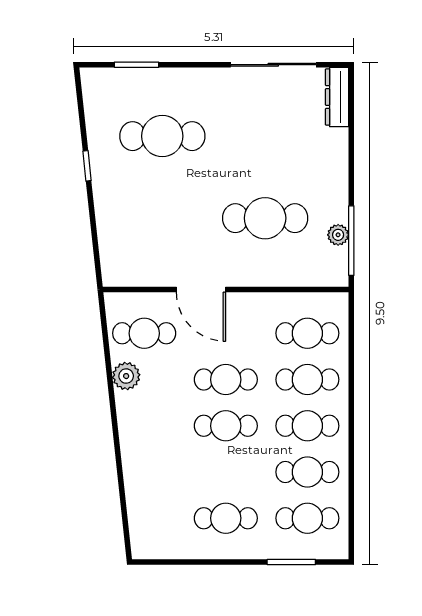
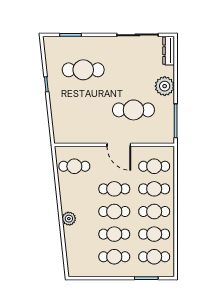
plant: (338, 235) -> (165, 86), moved, width x1.88, depth x1.88
door: (201, 290) -> (119, 145), moved
plant: (126, 376) -> (69, 219), moved
cafe table: (226, 472) -> (114, 234), added

